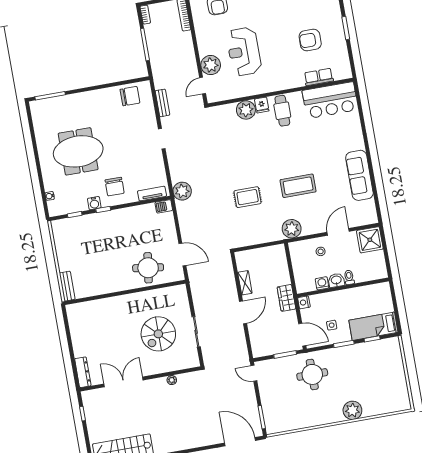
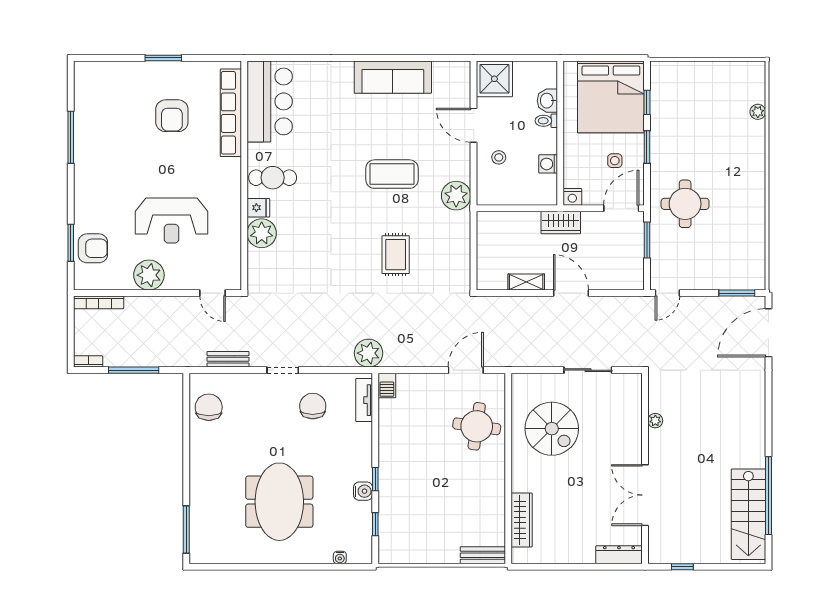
plant: (211, 65) -> (149, 275), moved
row of seats: (319, 77) -> (231, 113), width x2.02
coffee table: (298, 186) -> (392, 174), turned 90
chair: (115, 187) -> (313, 406), moved, turned -90
washbasin: (336, 280) -> (547, 101), moved
wardrobe: (94, 307) -> (522, 520), added
bed: (373, 326) -> (611, 97), width x2.04
spiral stairs: (158, 334) -> (552, 429), moved
plant: (352, 410) -> (758, 112), moved, width x0.53, depth x0.53

